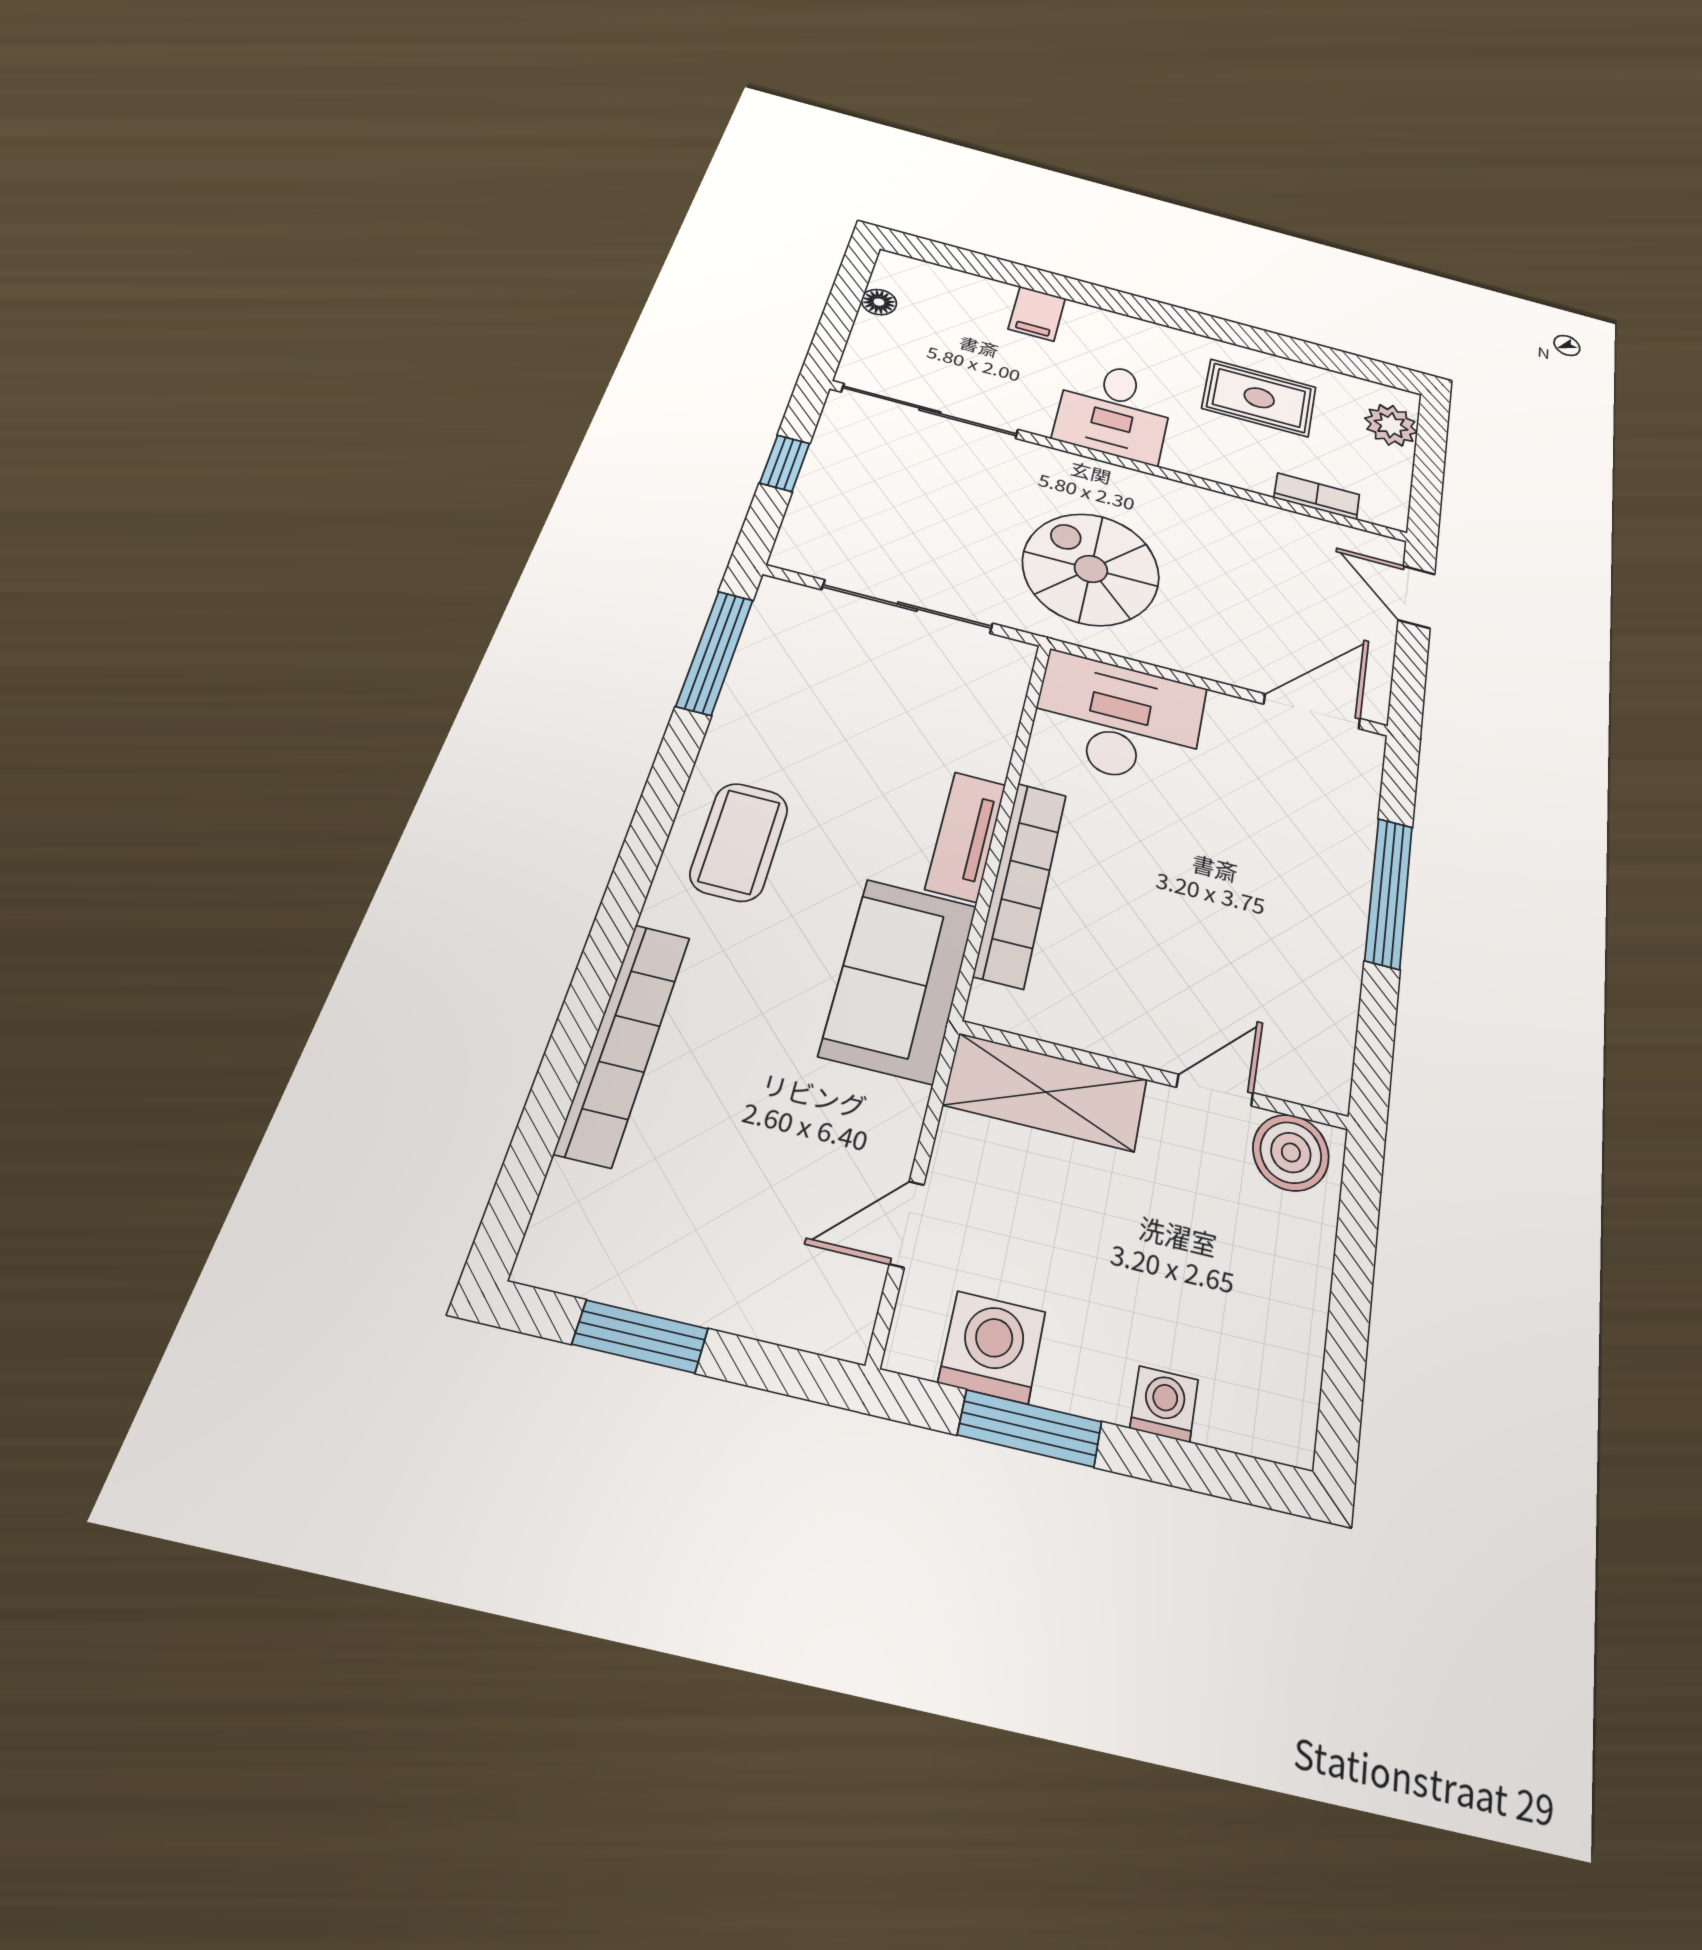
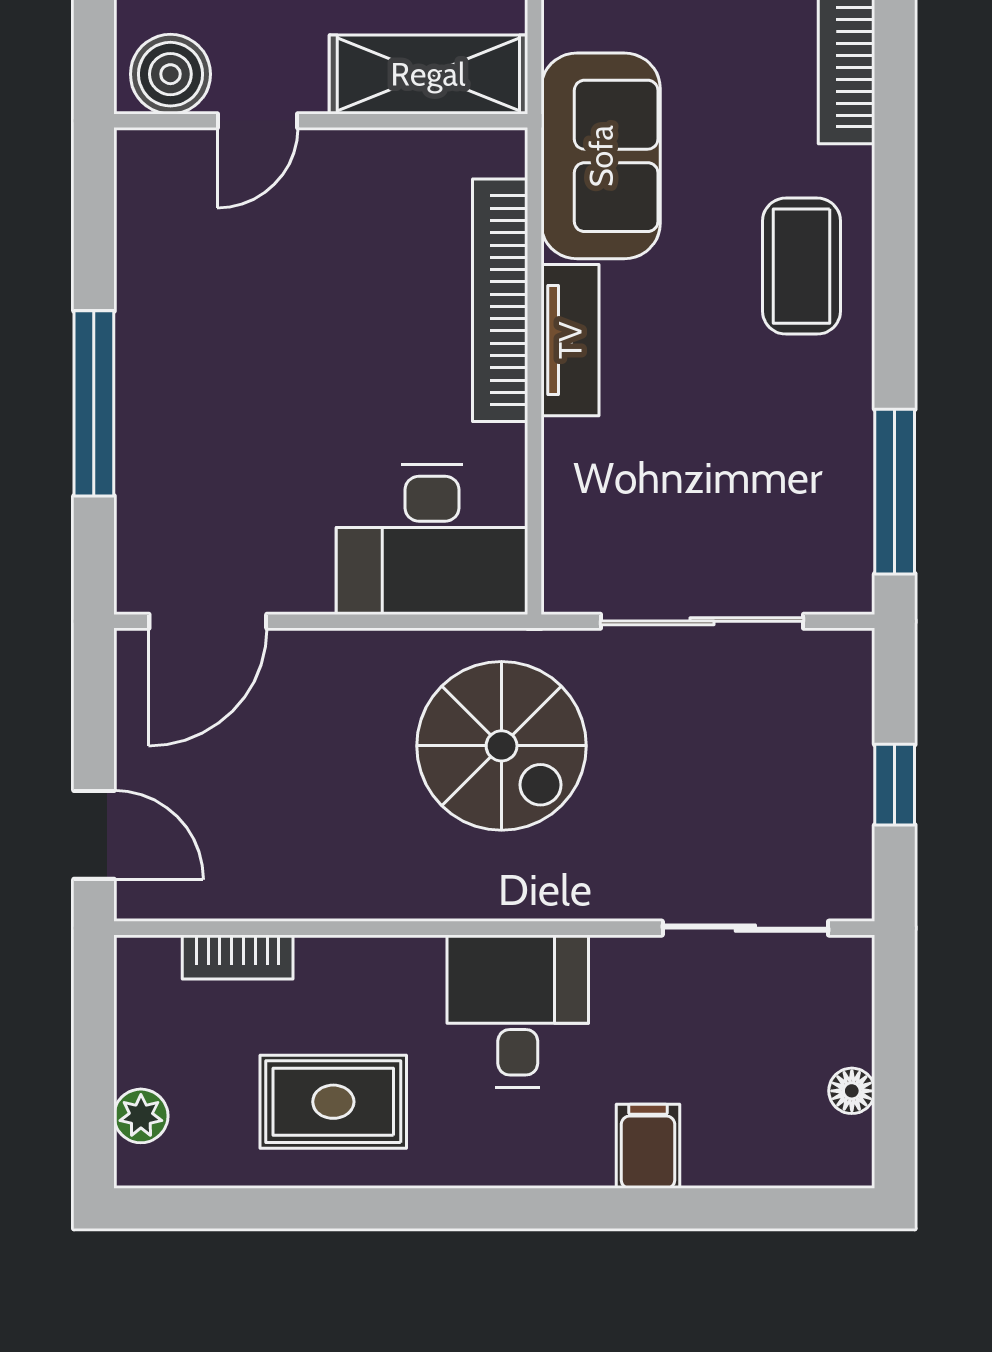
sliding door: (930, 411) -> (745, 928), width x0.73
plant: (1391, 425) -> (141, 1116), width x0.73, depth x0.73

